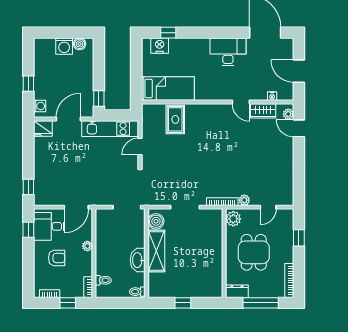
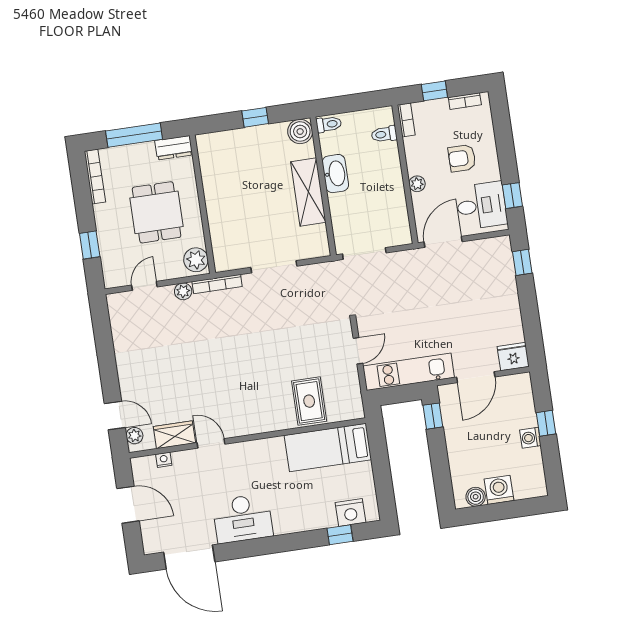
washing machine: (40, 106) -> (530, 438), moved
boiler: (156, 221) -> (300, 131), moved

